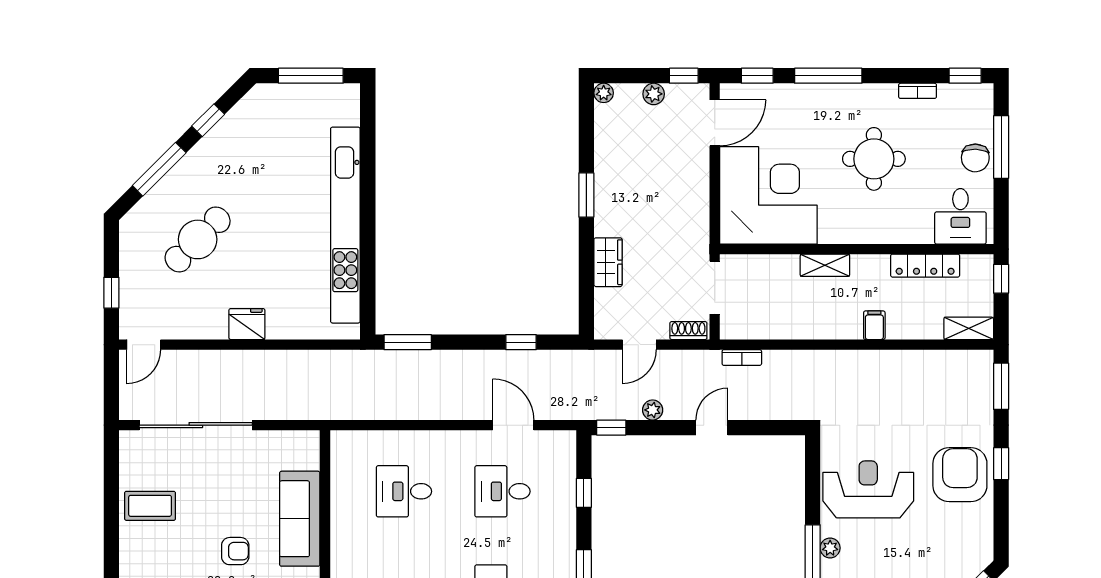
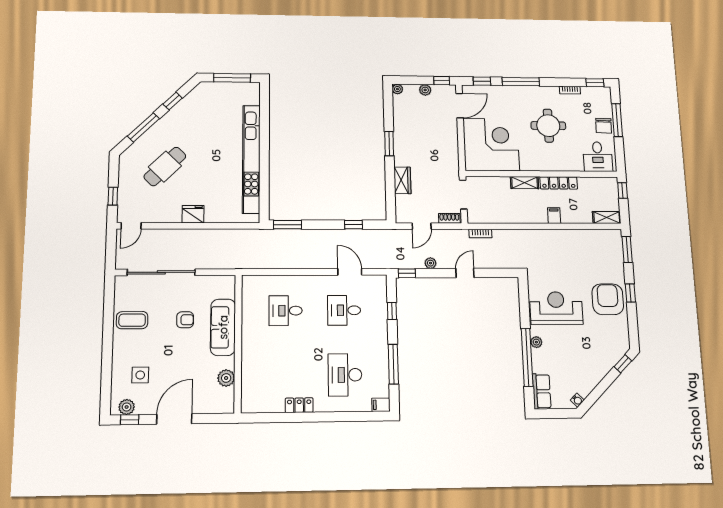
locker: (925, 266) -> (559, 183), moved
armchair: (235, 551) -> (185, 320), moved

